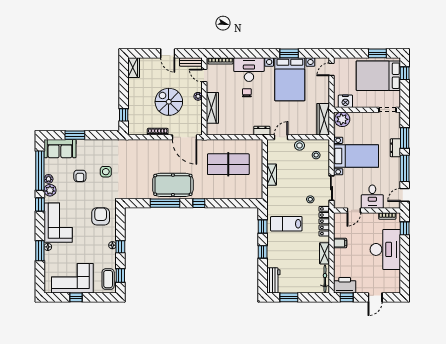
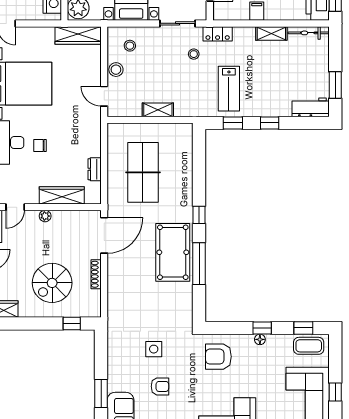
spiral stairs: (169, 102) -> (52, 283), moved
dresser: (262, 131) -> (95, 169), moved
locker: (324, 221) -> (218, 34), width x0.66

